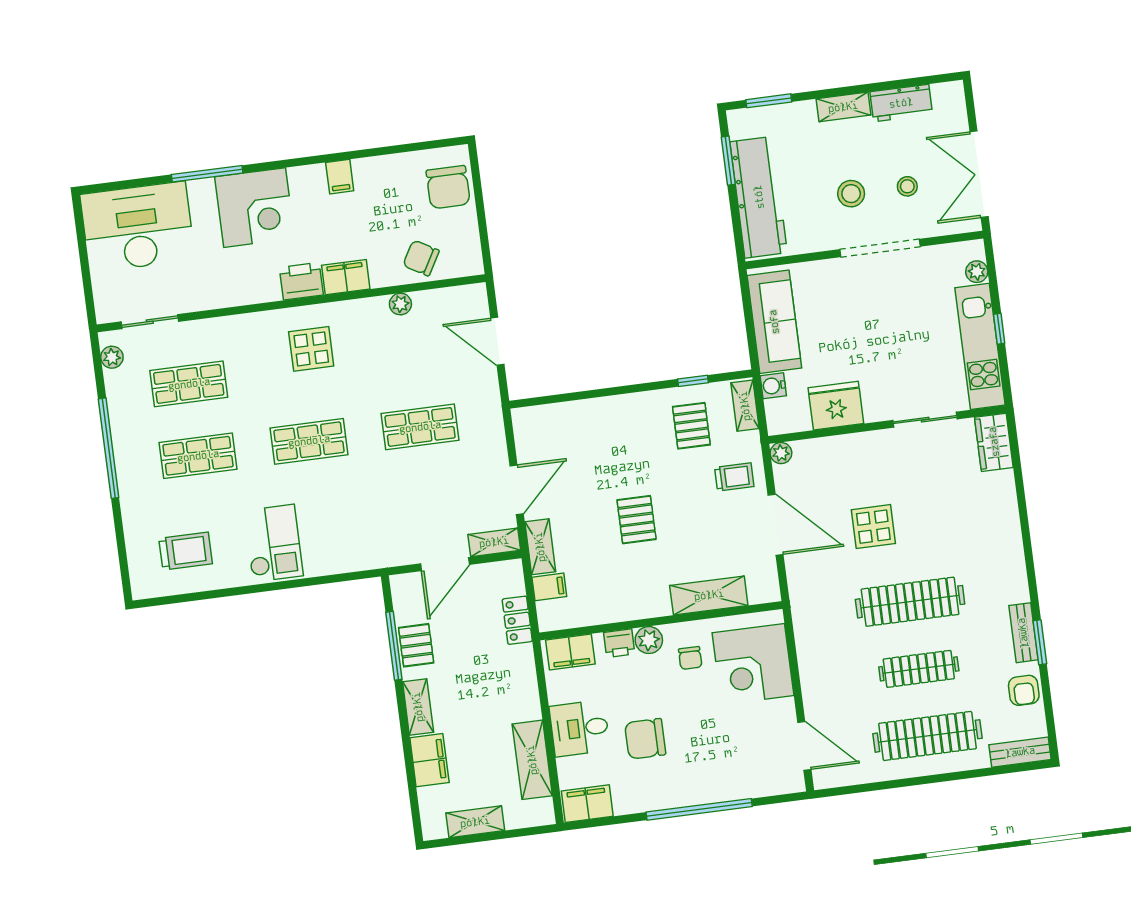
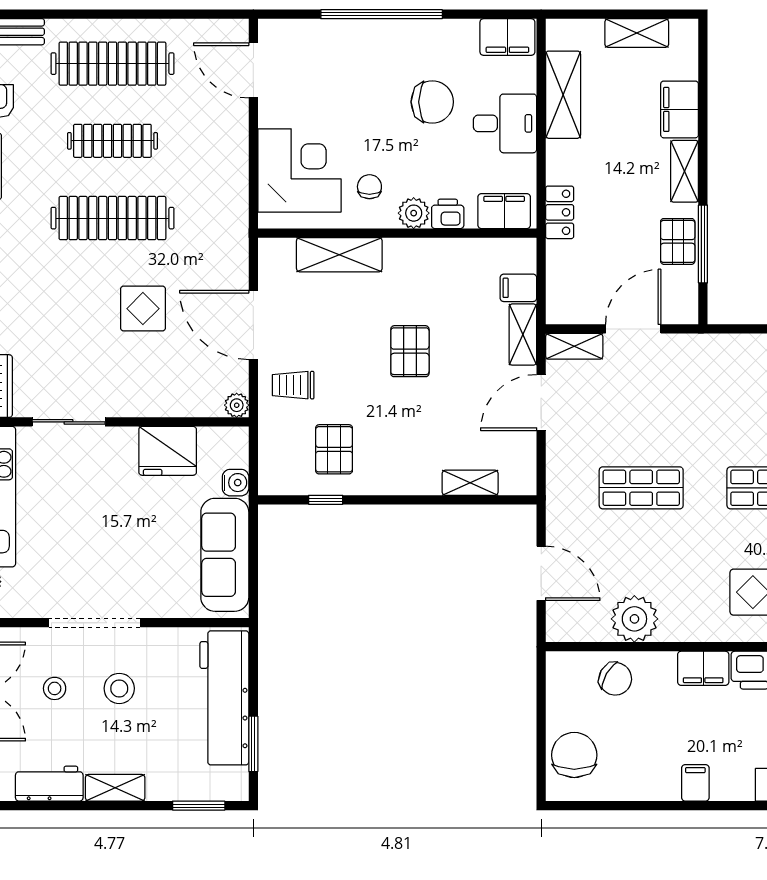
plant: (400, 304) -> (634, 619), width x1.88, depth x1.88
shelving: (745, 406) -> (470, 483), moved, turned 90
locker: (517, 620) -> (560, 212), moved

